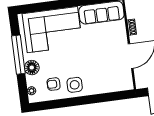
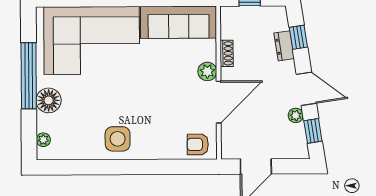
plant: (122, 39) -> (207, 71), added
armchair: (54, 84) -> (198, 144), moved

